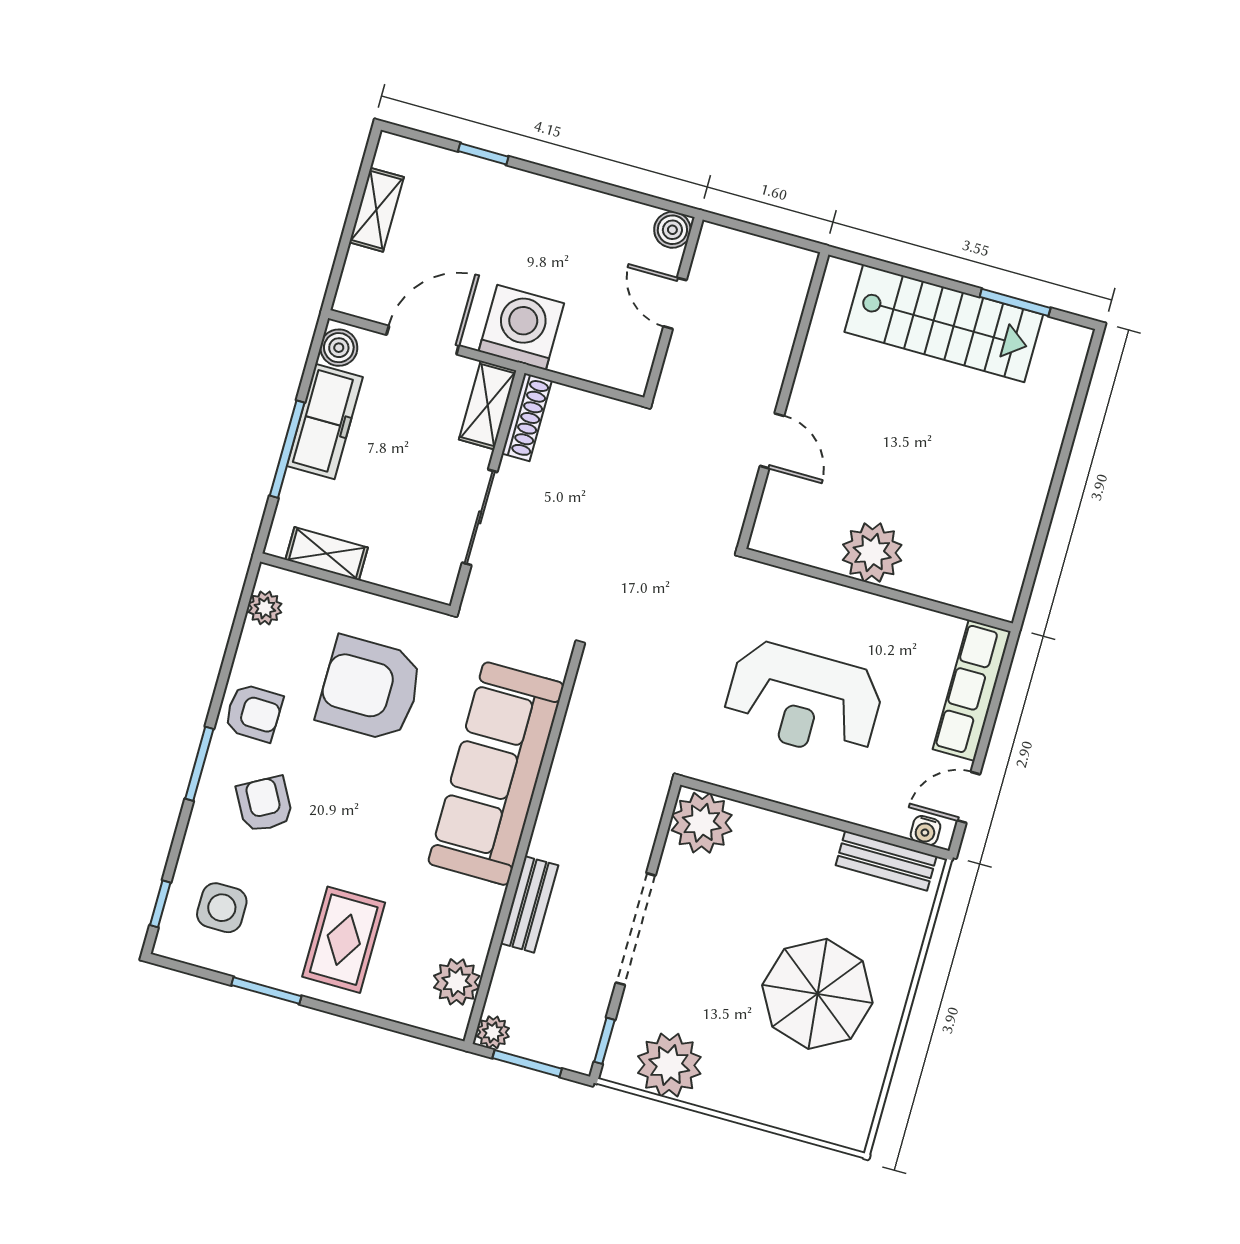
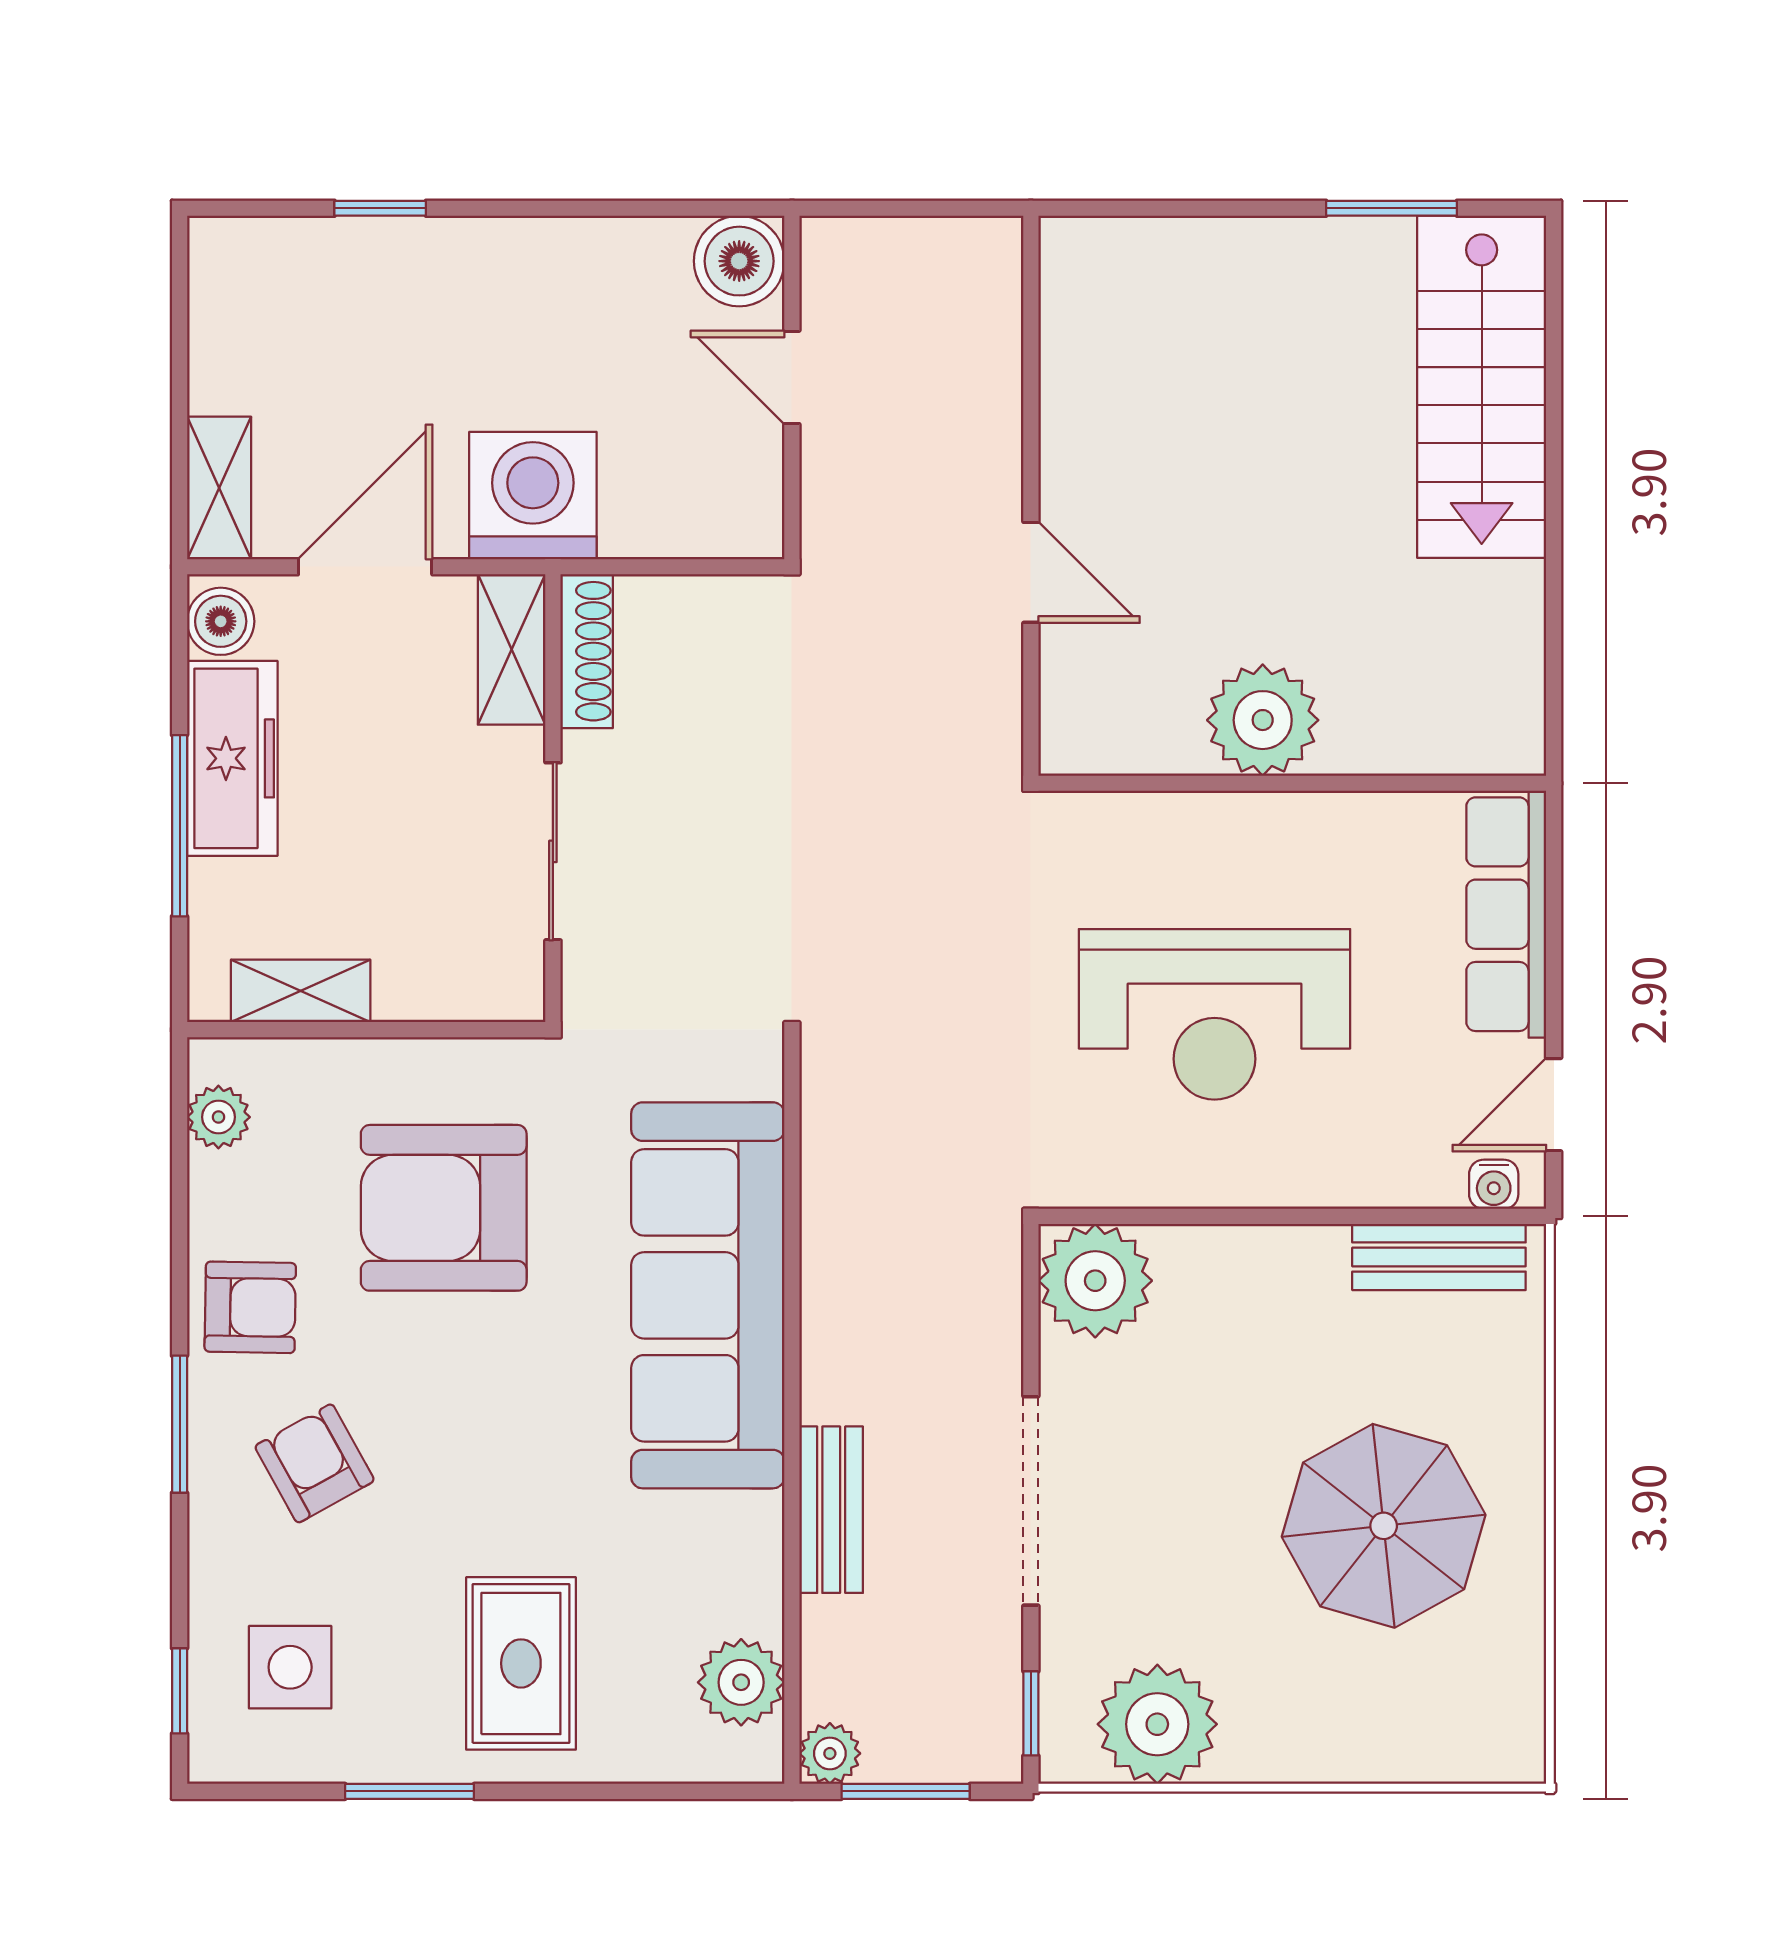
shelving: (376, 210) -> (219, 488), moved
boiler: (672, 230) -> (739, 261), width x1.36, depth x1.36
stairs: (944, 323) -> (1482, 387), moved, turned 90

